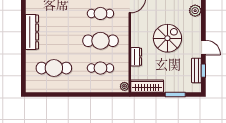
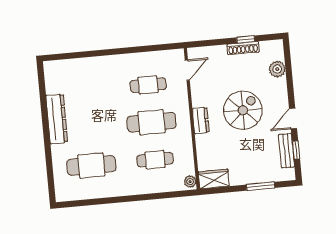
door: (203, 48) -> (293, 119), swing flipped
dresser: (136, 57) -> (201, 120), moved
wardrobe: (147, 86) -> (214, 179), width x0.67

